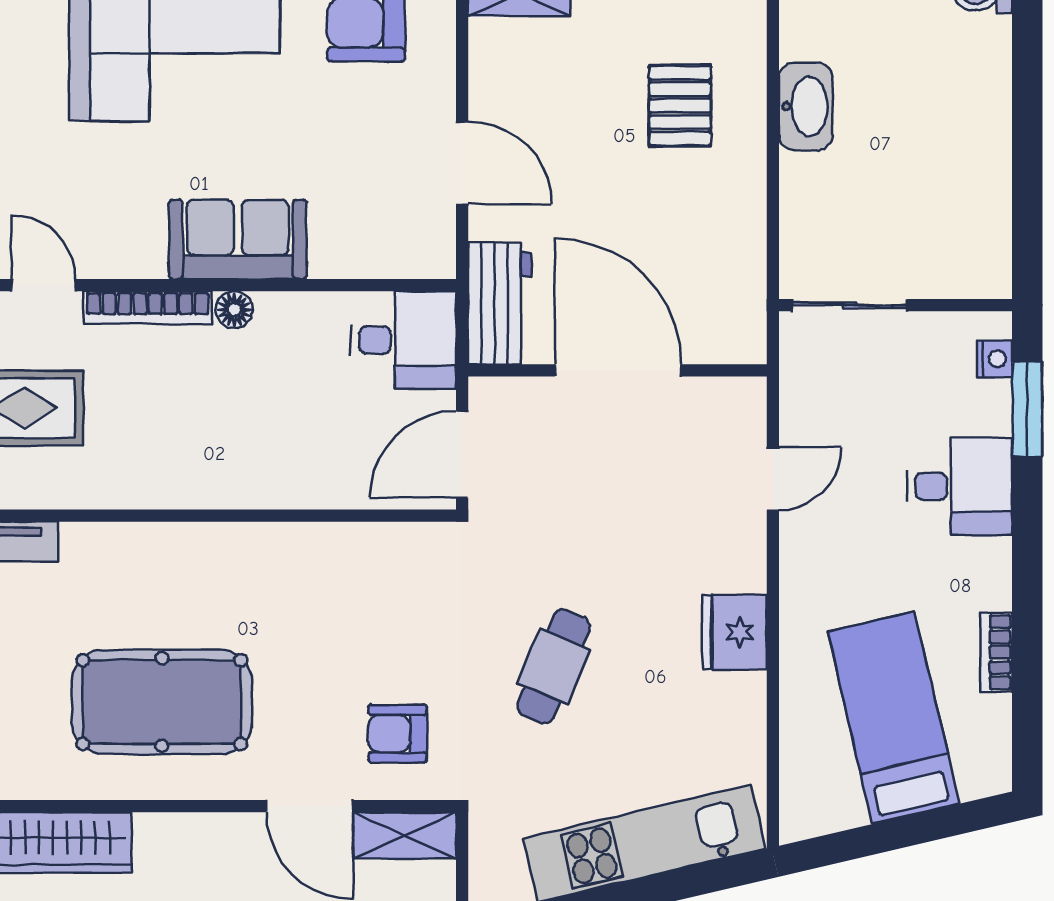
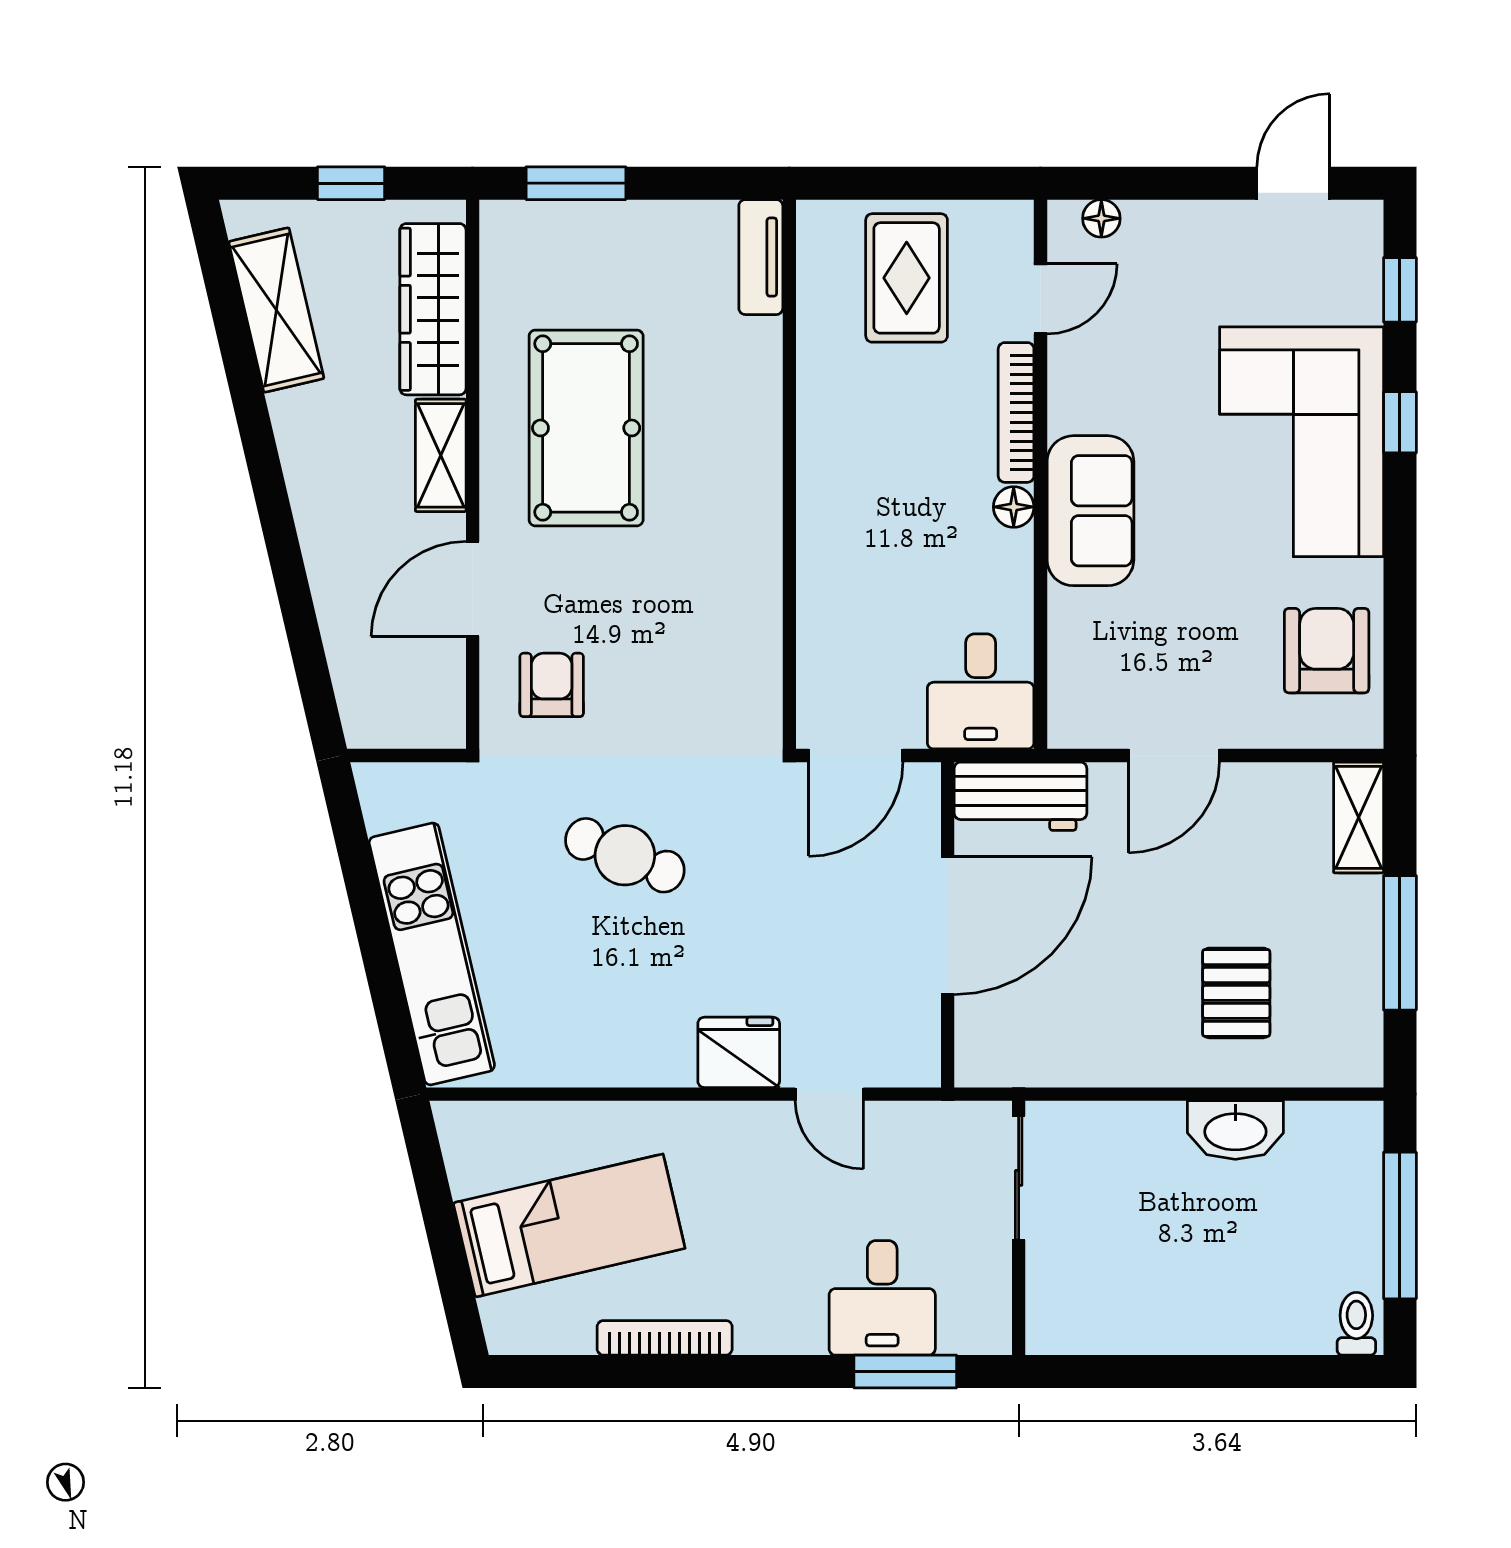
pallet: (680, 106) -> (1236, 993), turned 90
nightstand: (995, 359) -> (960, 1336), removed
door: (462, 455) -> (856, 755), swing flipped
desk: (960, 486) -> (882, 1298), moved
fridge: (735, 632) -> (739, 1052), moved
bookcase: (996, 652) -> (665, 1338), width x1.56
shelving: (405, 835) -> (441, 455), moved

